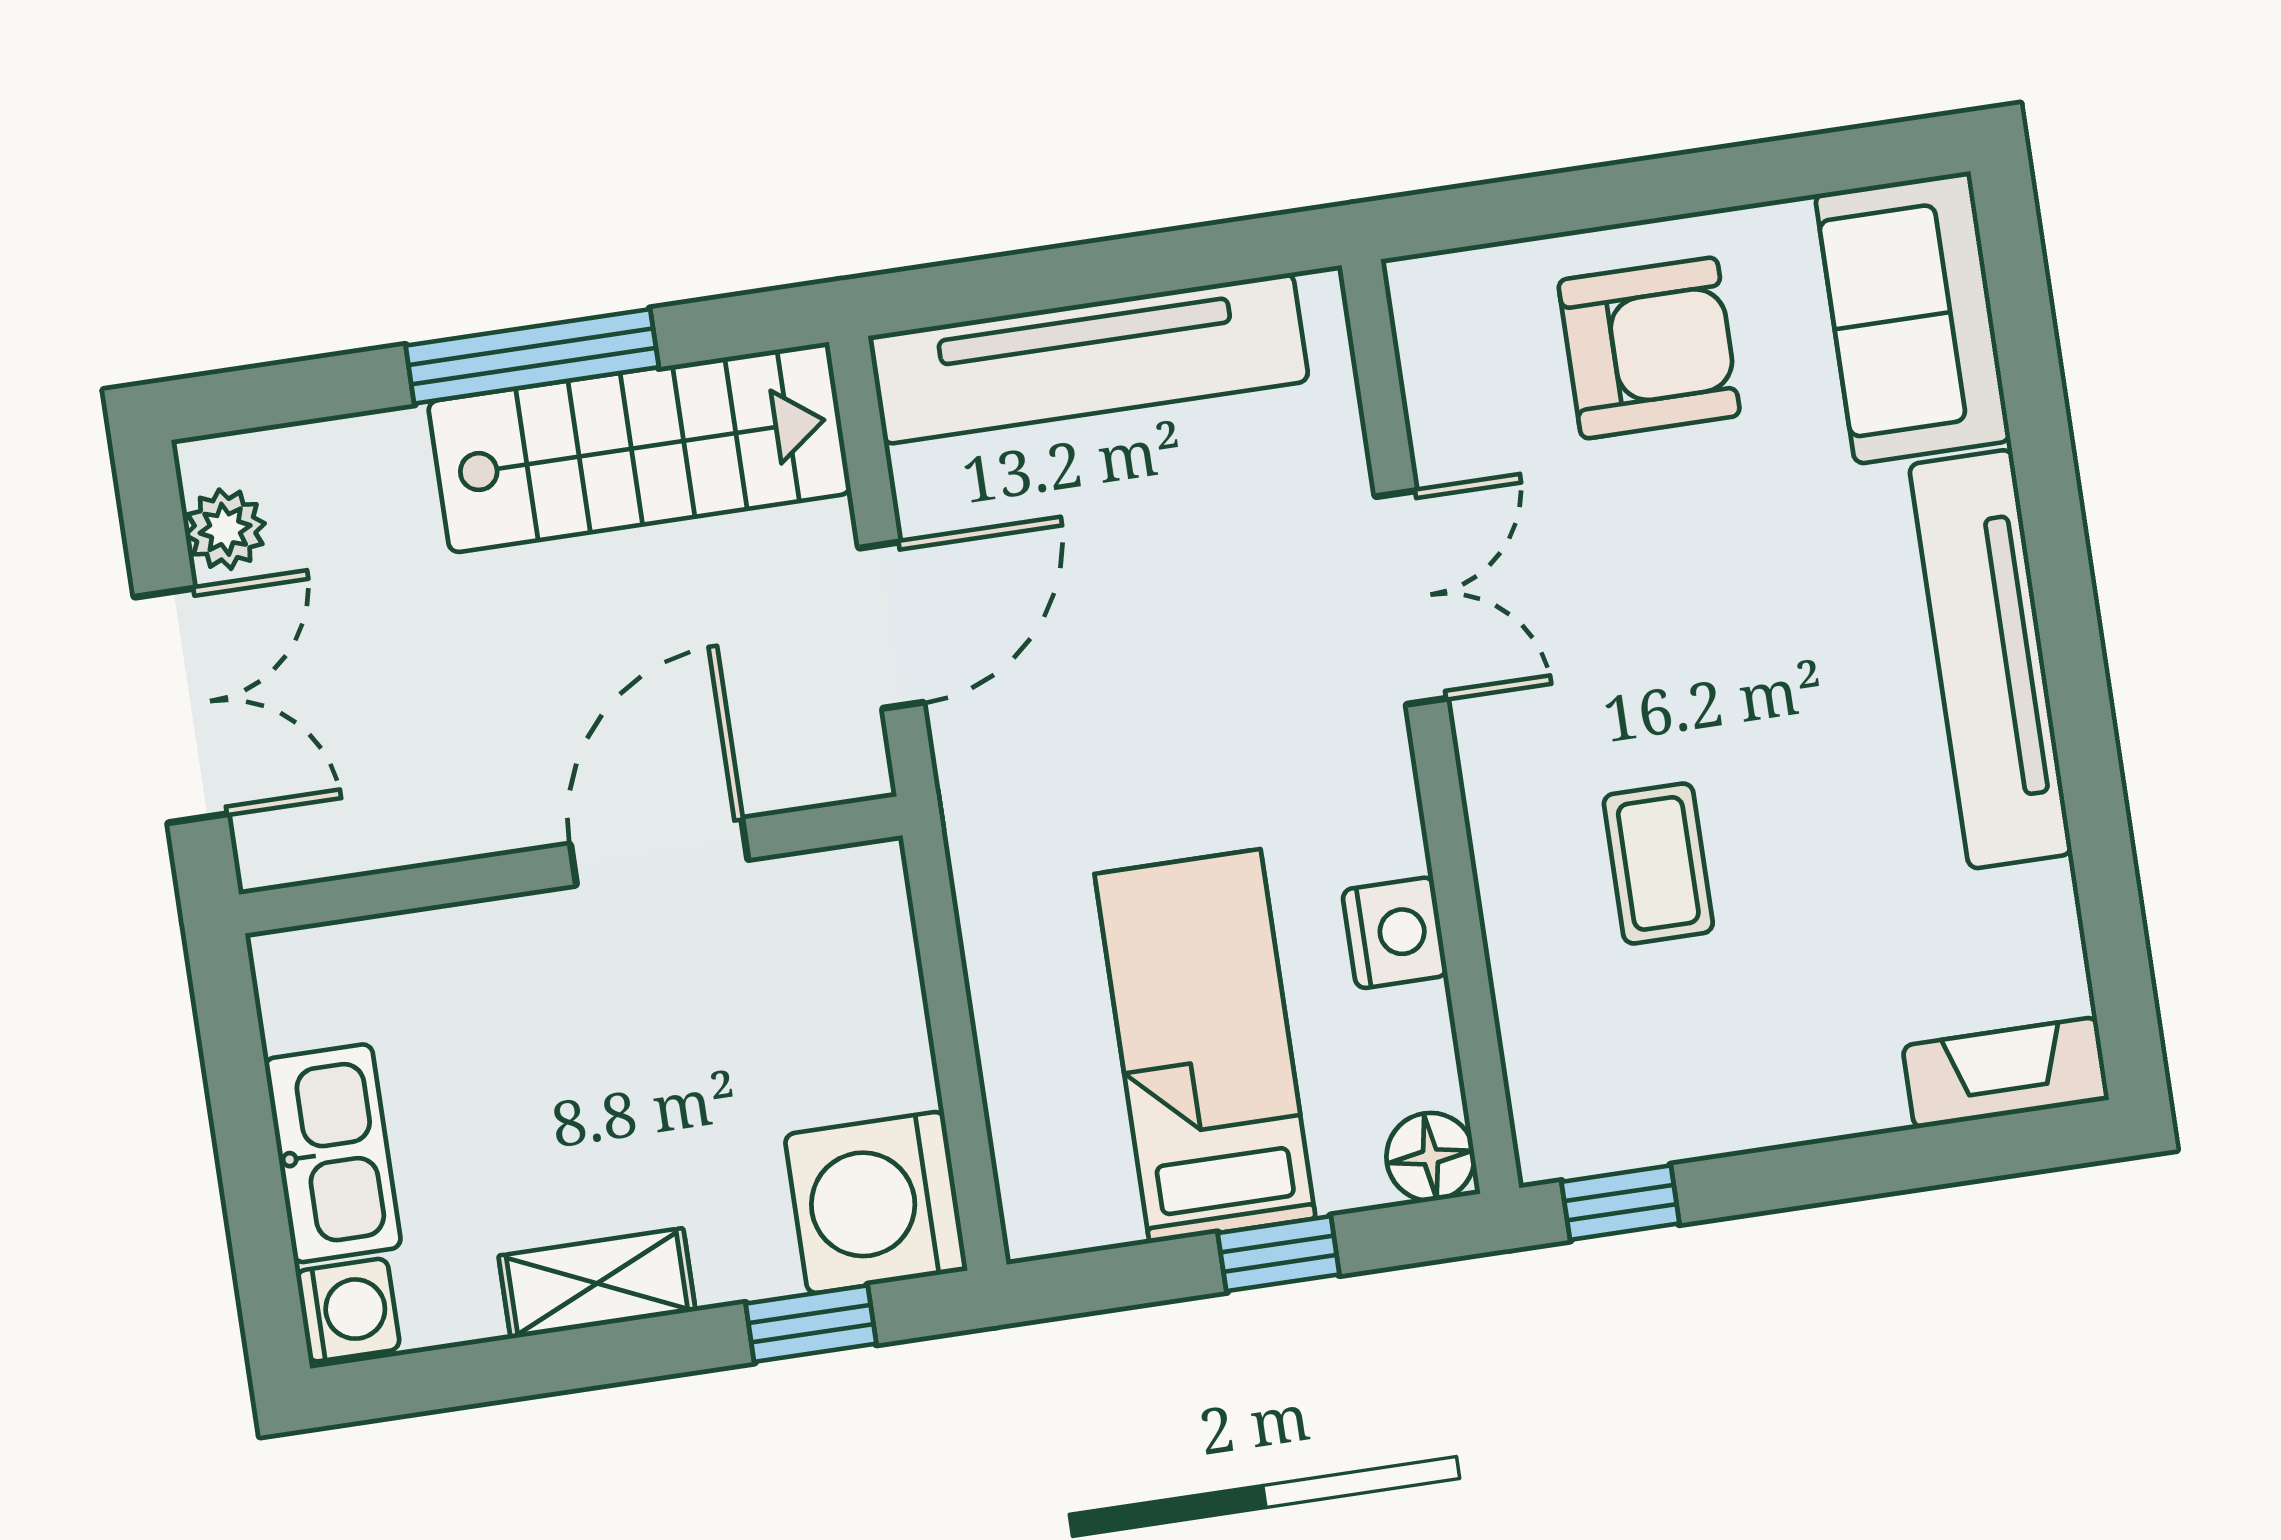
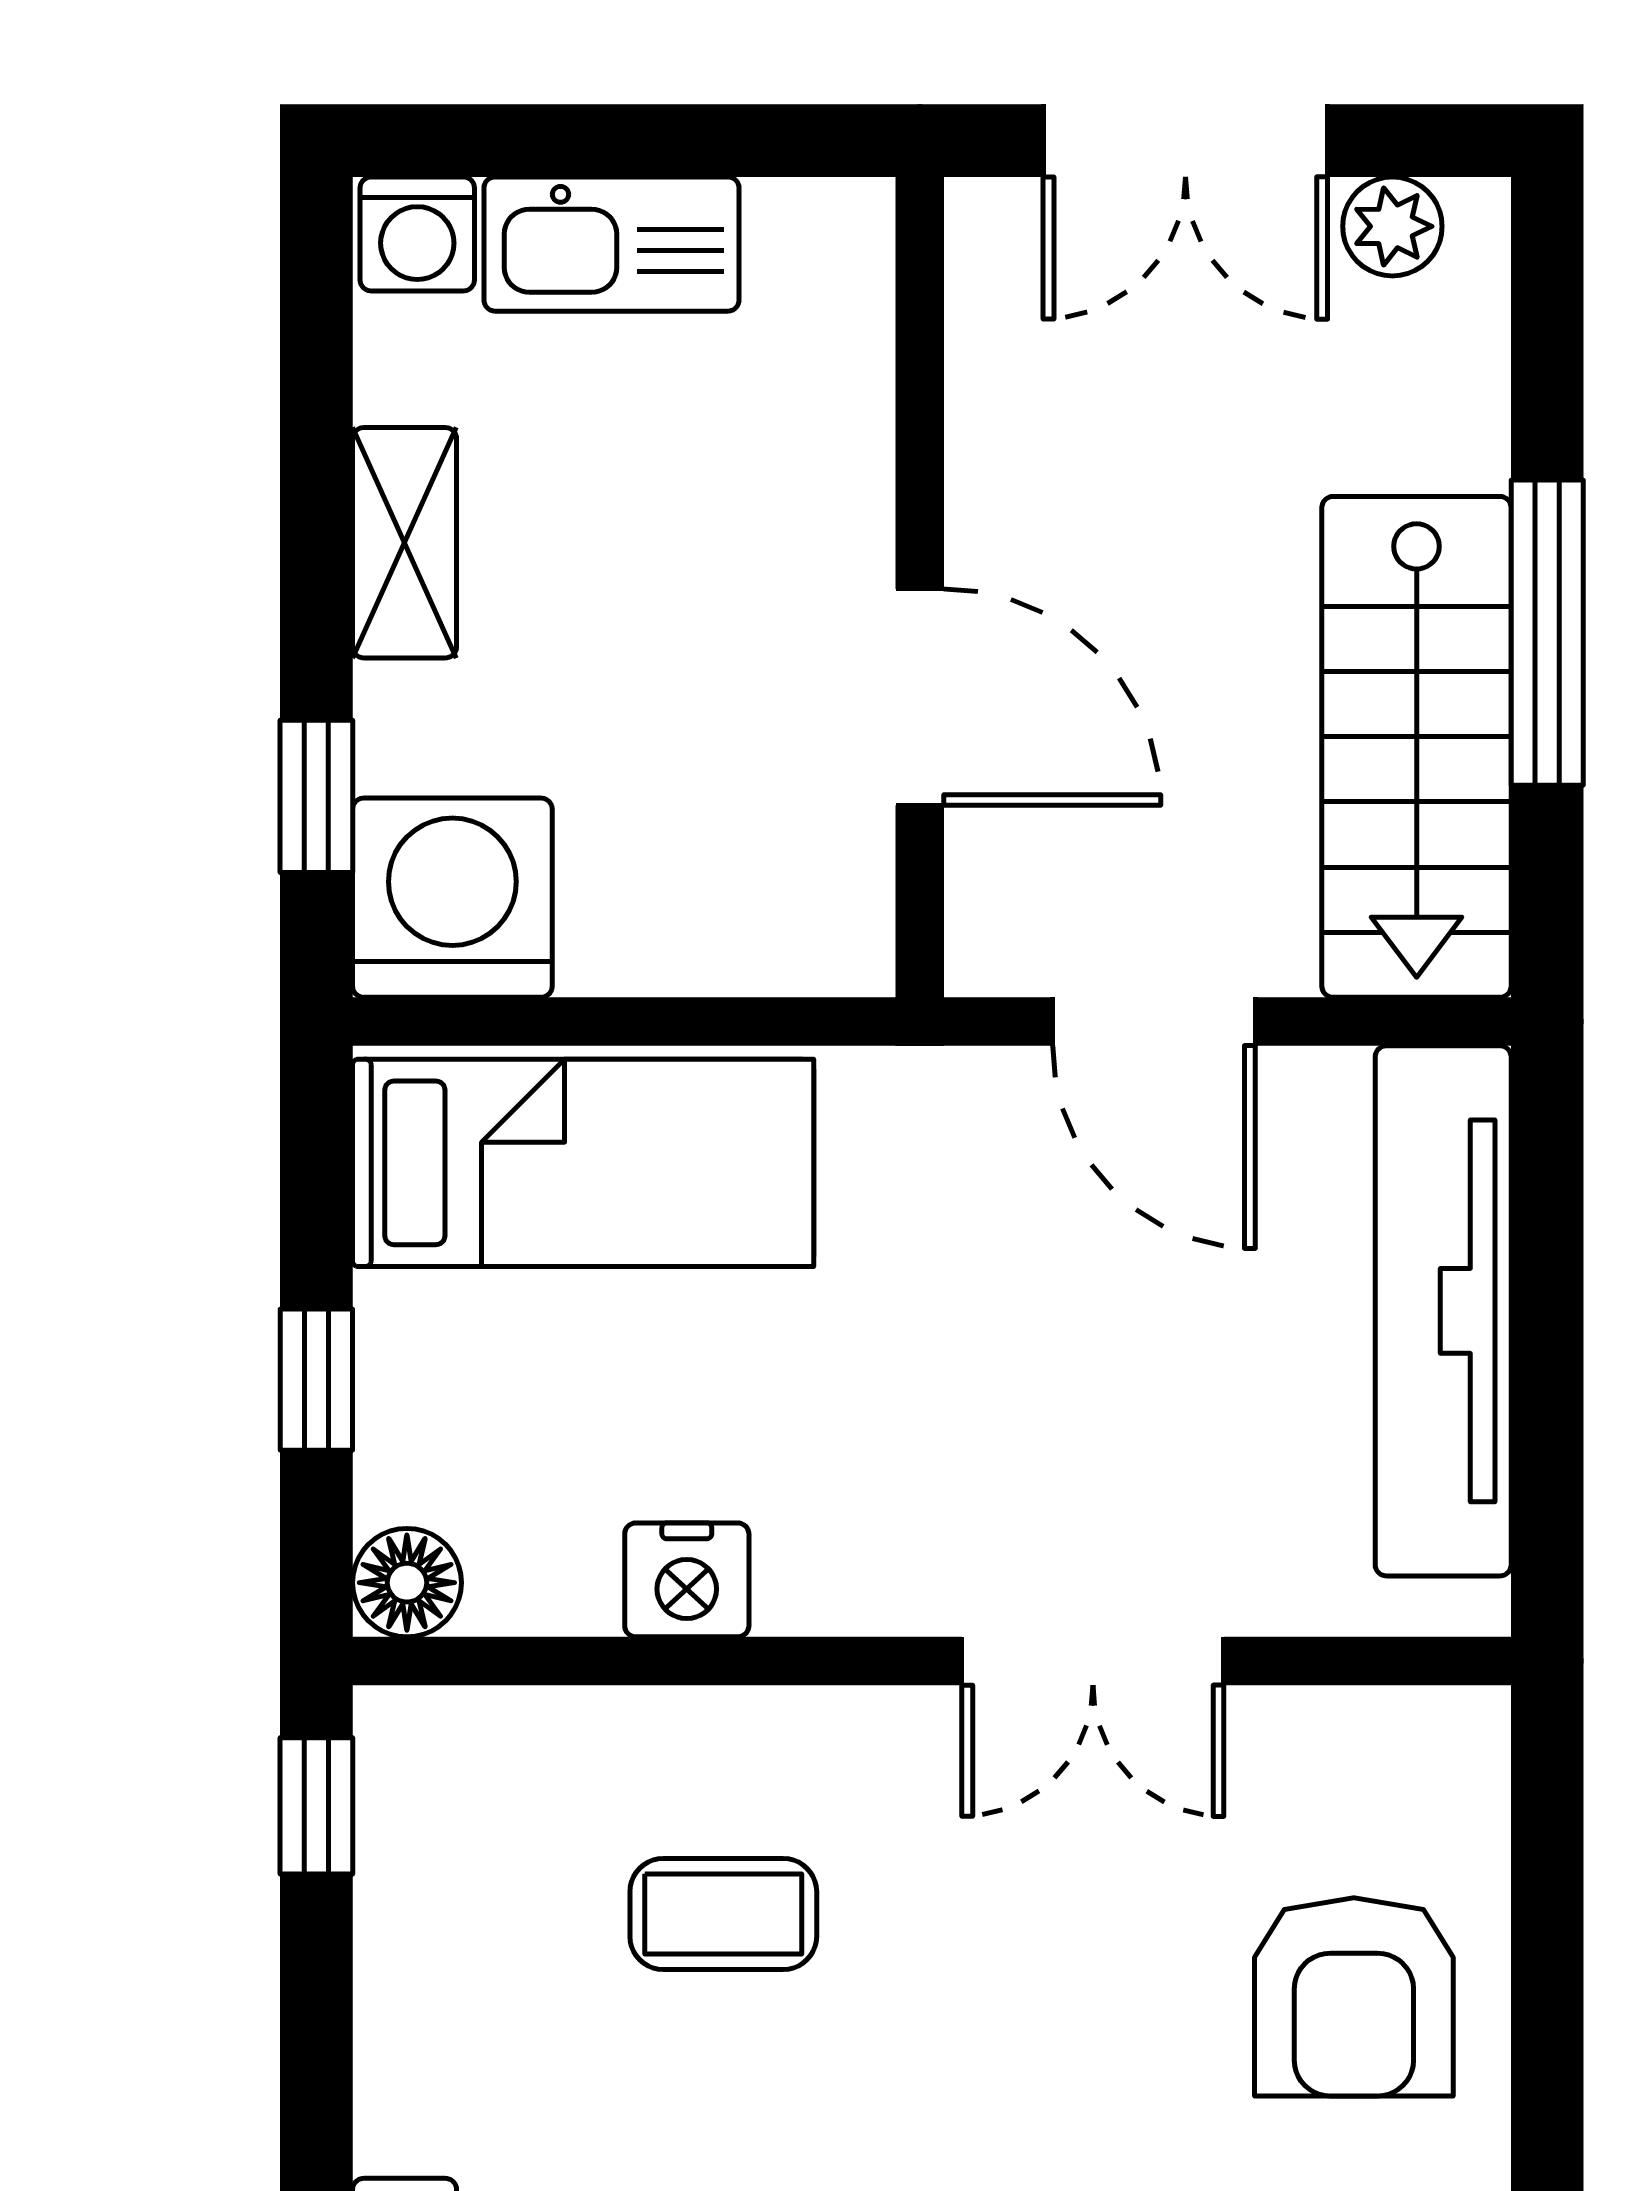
bed: (1205, 1046) -> (583, 1163), moved

